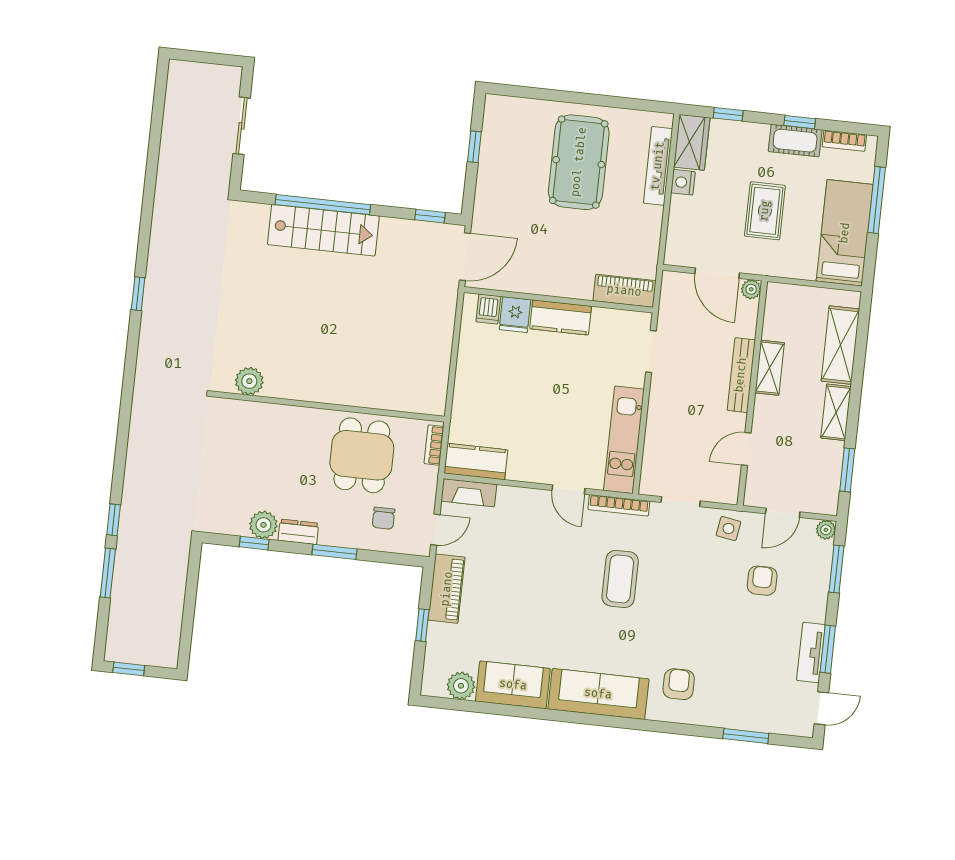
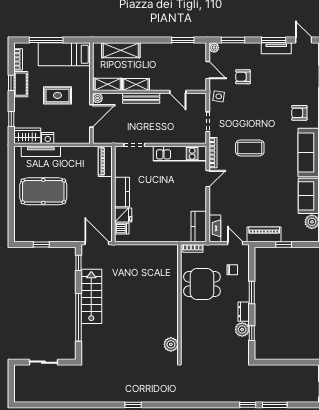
stairs: (323, 230) -> (91, 296), moved
shelving: (836, 412) -> (108, 84), moved

